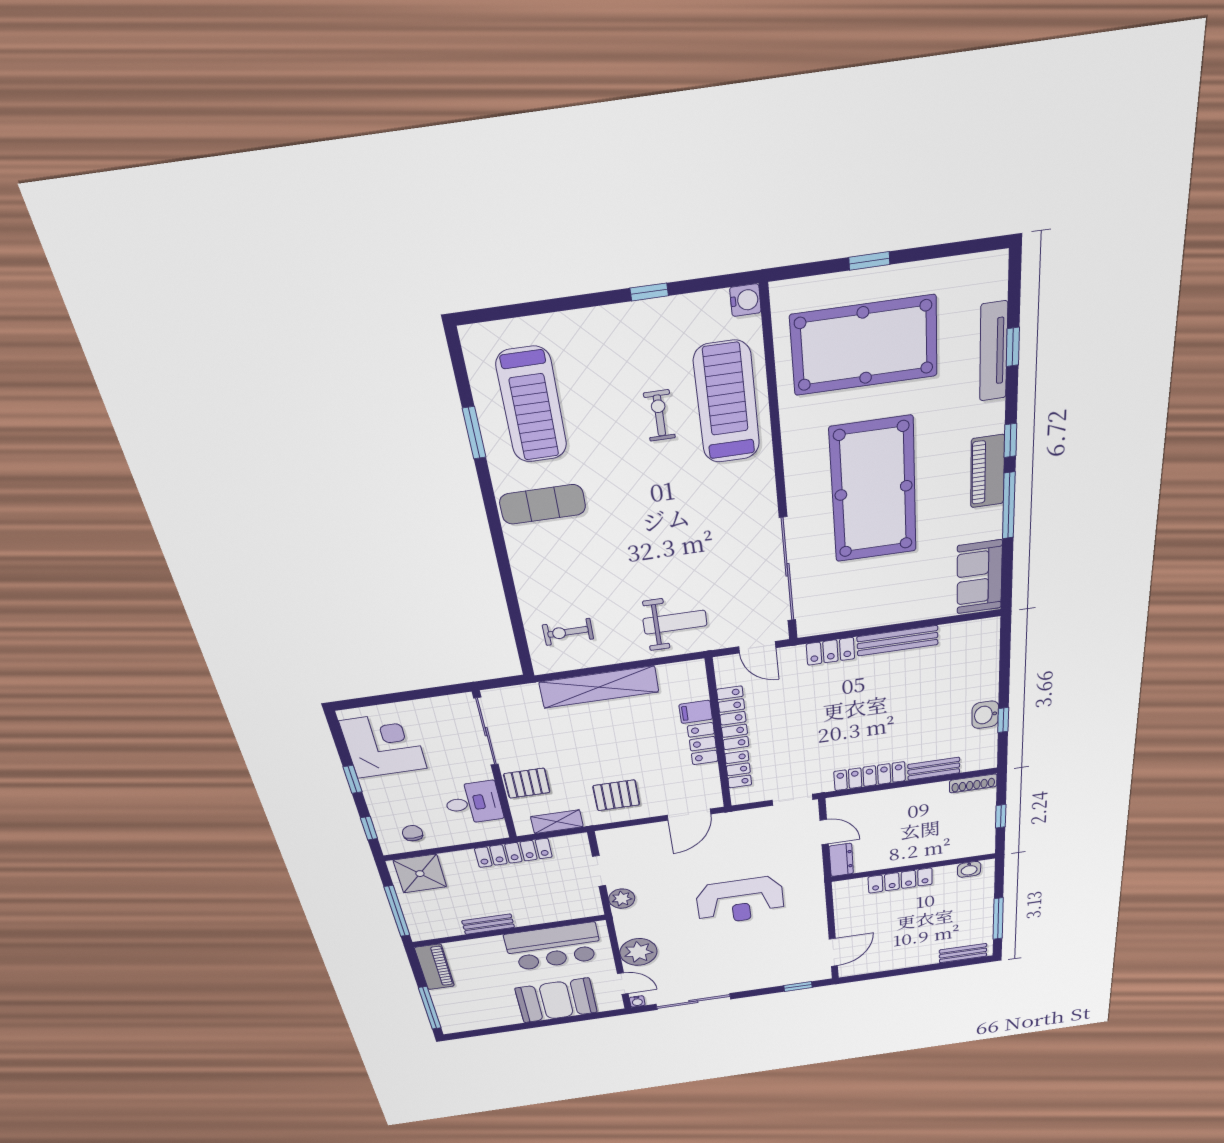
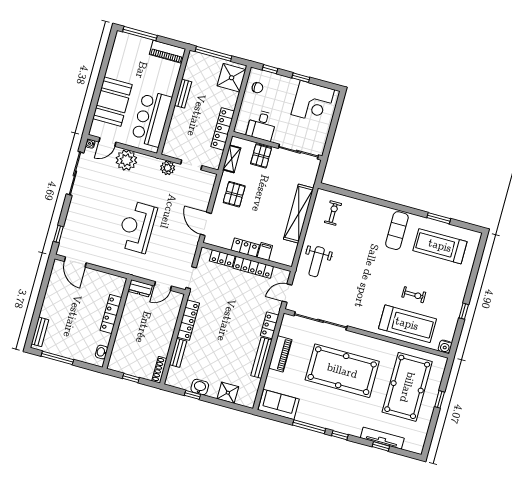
piano: (988, 471) -> (280, 354), moved, turned 90
shower: (982, 668) -> (228, 393), added

